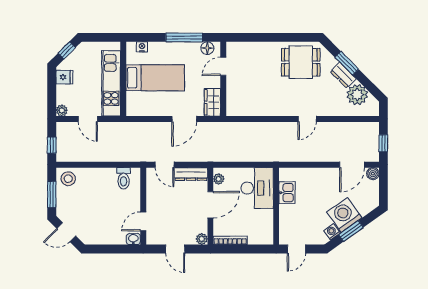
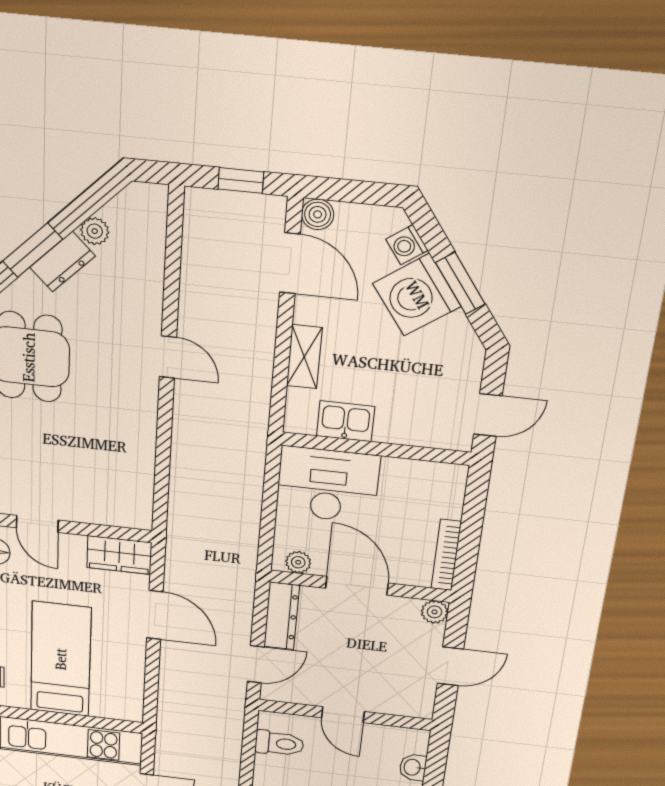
plant: (357, 95) -> (95, 231), width x0.53, depth x0.53
shelving: (313, 174) -> (304, 357), added
door: (143, 221) -> (343, 715), moved
washing machine: (332, 232) -> (407, 245), moved
washbasin: (133, 239) -> (413, 767), moved
door: (296, 249) -> (488, 415), hinge flipped

